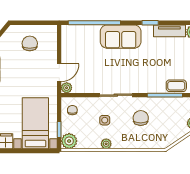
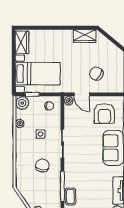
chair: (30, 43) -> (96, 74), moved, turned -151
armchair: (81, 47) -> (104, 114), added
chair: (141, 118) -> (42, 165), turned -81
plant: (106, 144) -> (20, 123), moved

